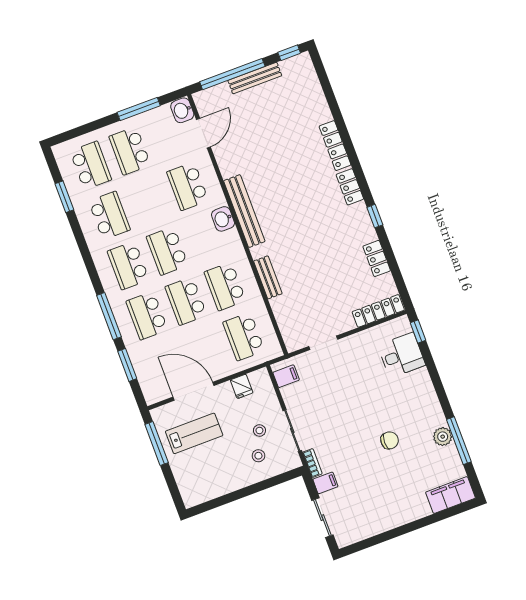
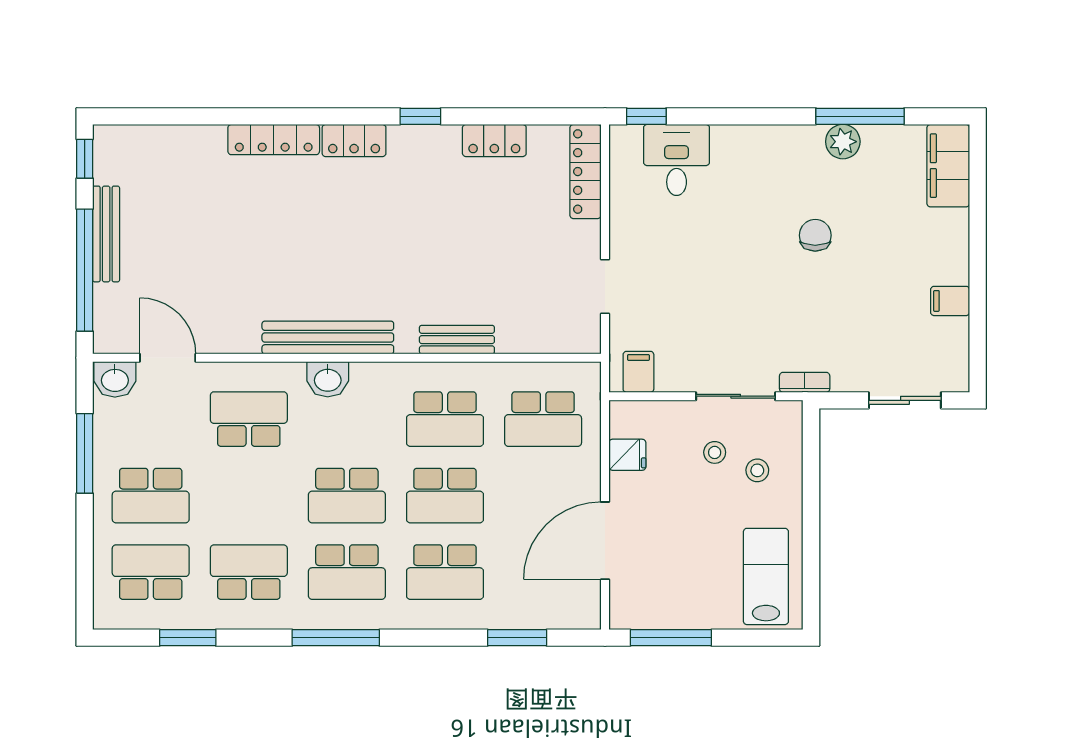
school desk: (188, 186) -> (249, 419), turned 180
window: (109, 316) -> (336, 638), moved
lab bench: (194, 433) -> (766, 576), moved
filing cabinet: (325, 483) -> (950, 301), moved, turned -90

